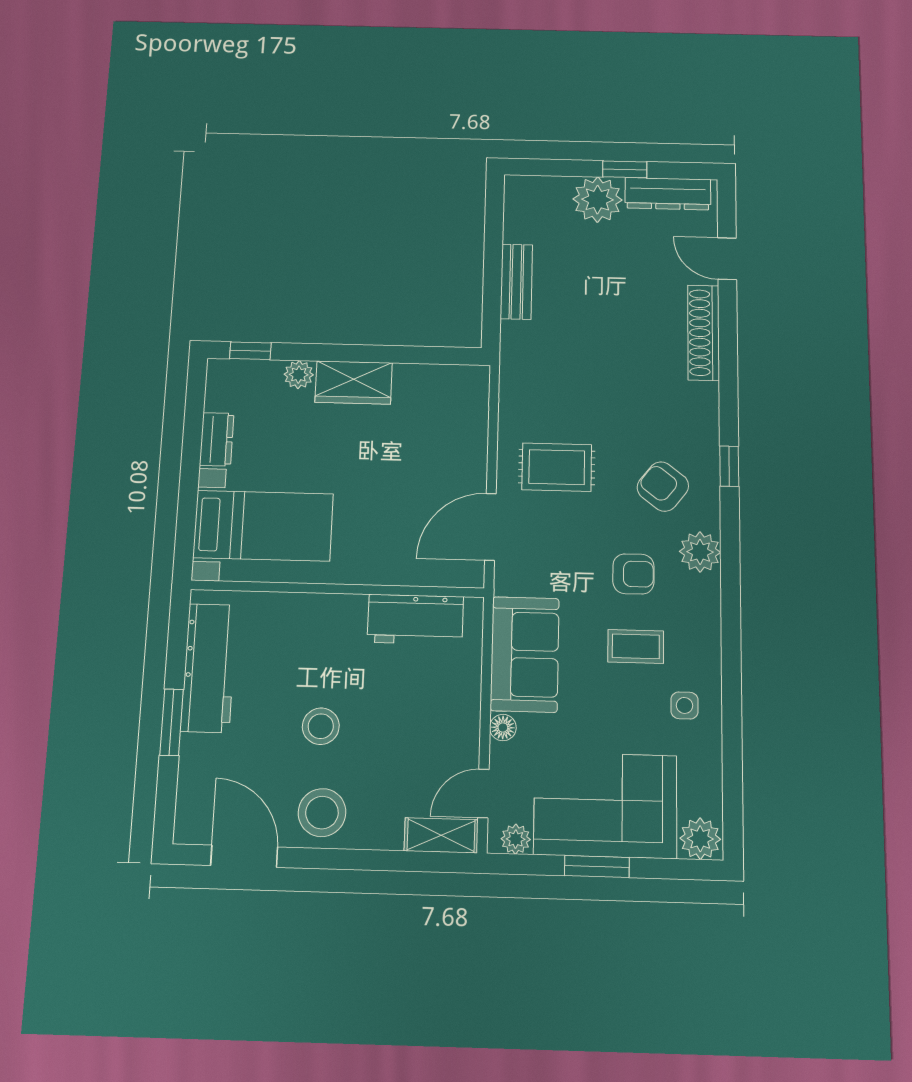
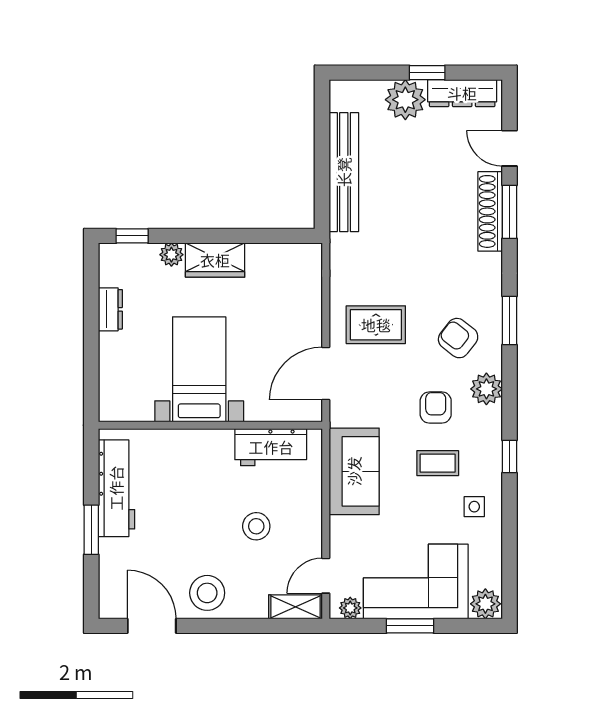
bench: (516, 282) -> (344, 172), width x1.86, depth x1.21
window: (728, 334) -> (509, 212), added
window: (729, 466) -> (509, 320), width x1.50
bed with nightstands: (263, 526) -> (199, 369), moved, turned -90
armchair: (633, 574) -> (436, 407), turned -90
window: (731, 640) -> (509, 456), added
stool: (321, 726) -> (256, 526), moved
floor lamp: (503, 728) -> (339, 527), removed

